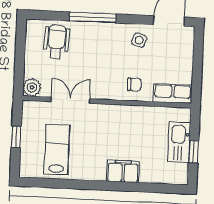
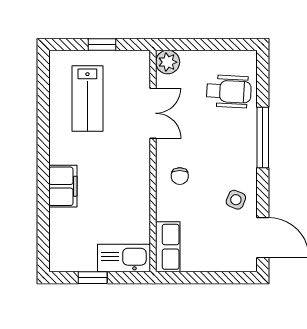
chair: (134, 85) -> (180, 176), moved
kitchen sink: (179, 142) -> (124, 258), moved
lab bench: (57, 150) -> (87, 99), turned 90

